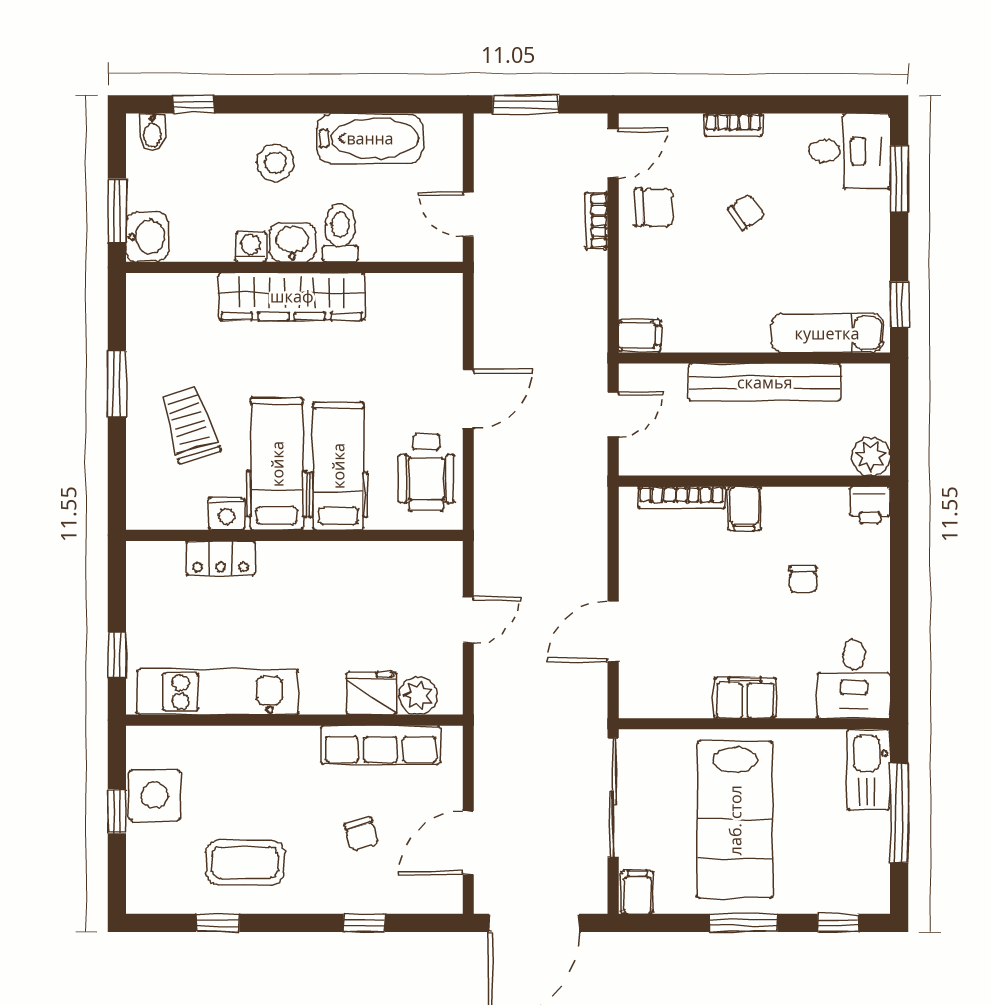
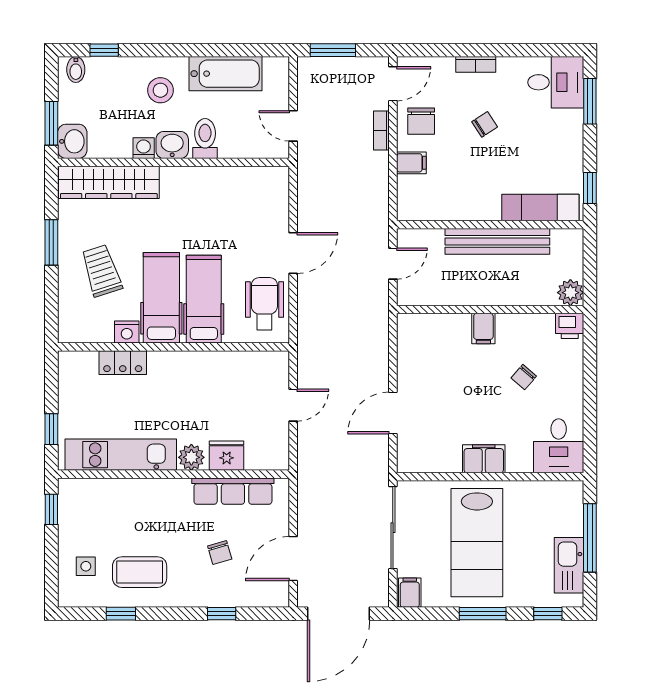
chair: (654, 207) -> (421, 121), turned 90
wardrobe: (292, 296) -> (109, 182), moved
filing cabinet: (640, 335) -> (411, 163), moved
wheelchair: (426, 473) -> (264, 304), turned 180
bookcase: (681, 498) -> (440, 321), removed
chair: (803, 579) -> (524, 377), turned 41
plant: (418, 696) -> (191, 457), moved
kitchen sink: (869, 770) -> (569, 565), moved
side table: (155, 795) -> (86, 566), moved, width x0.54, depth x0.54
window: (117, 811) -> (51, 509), moved

